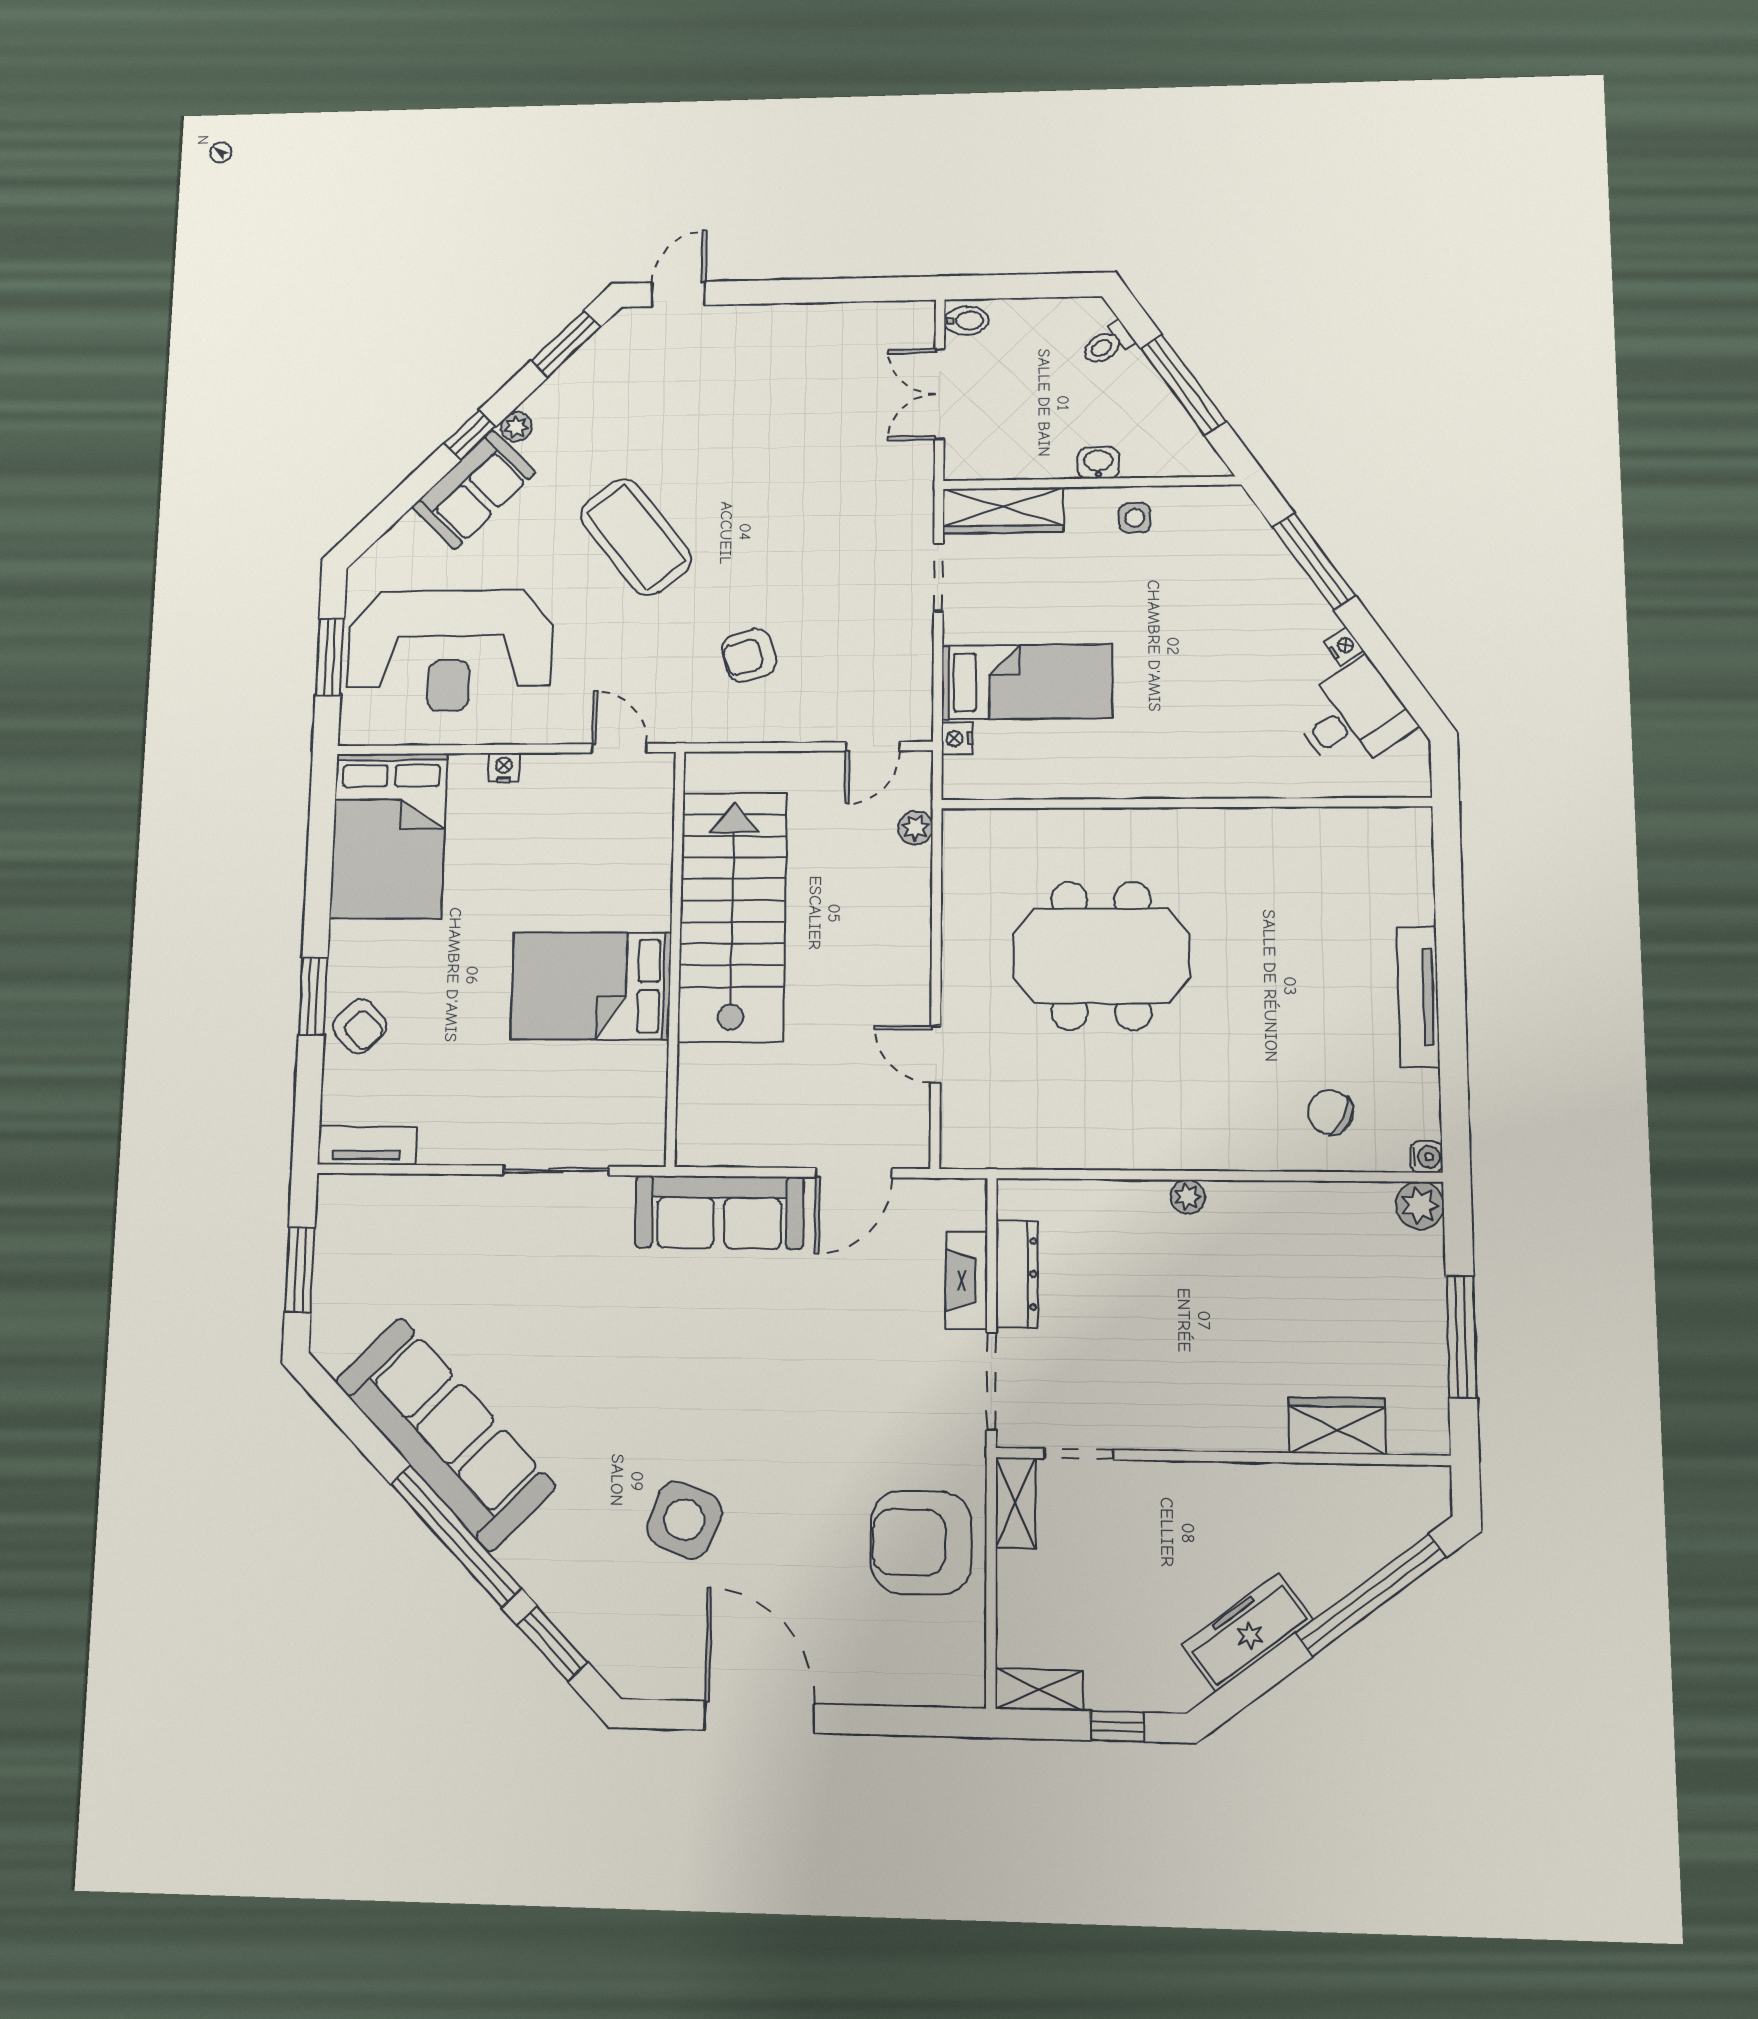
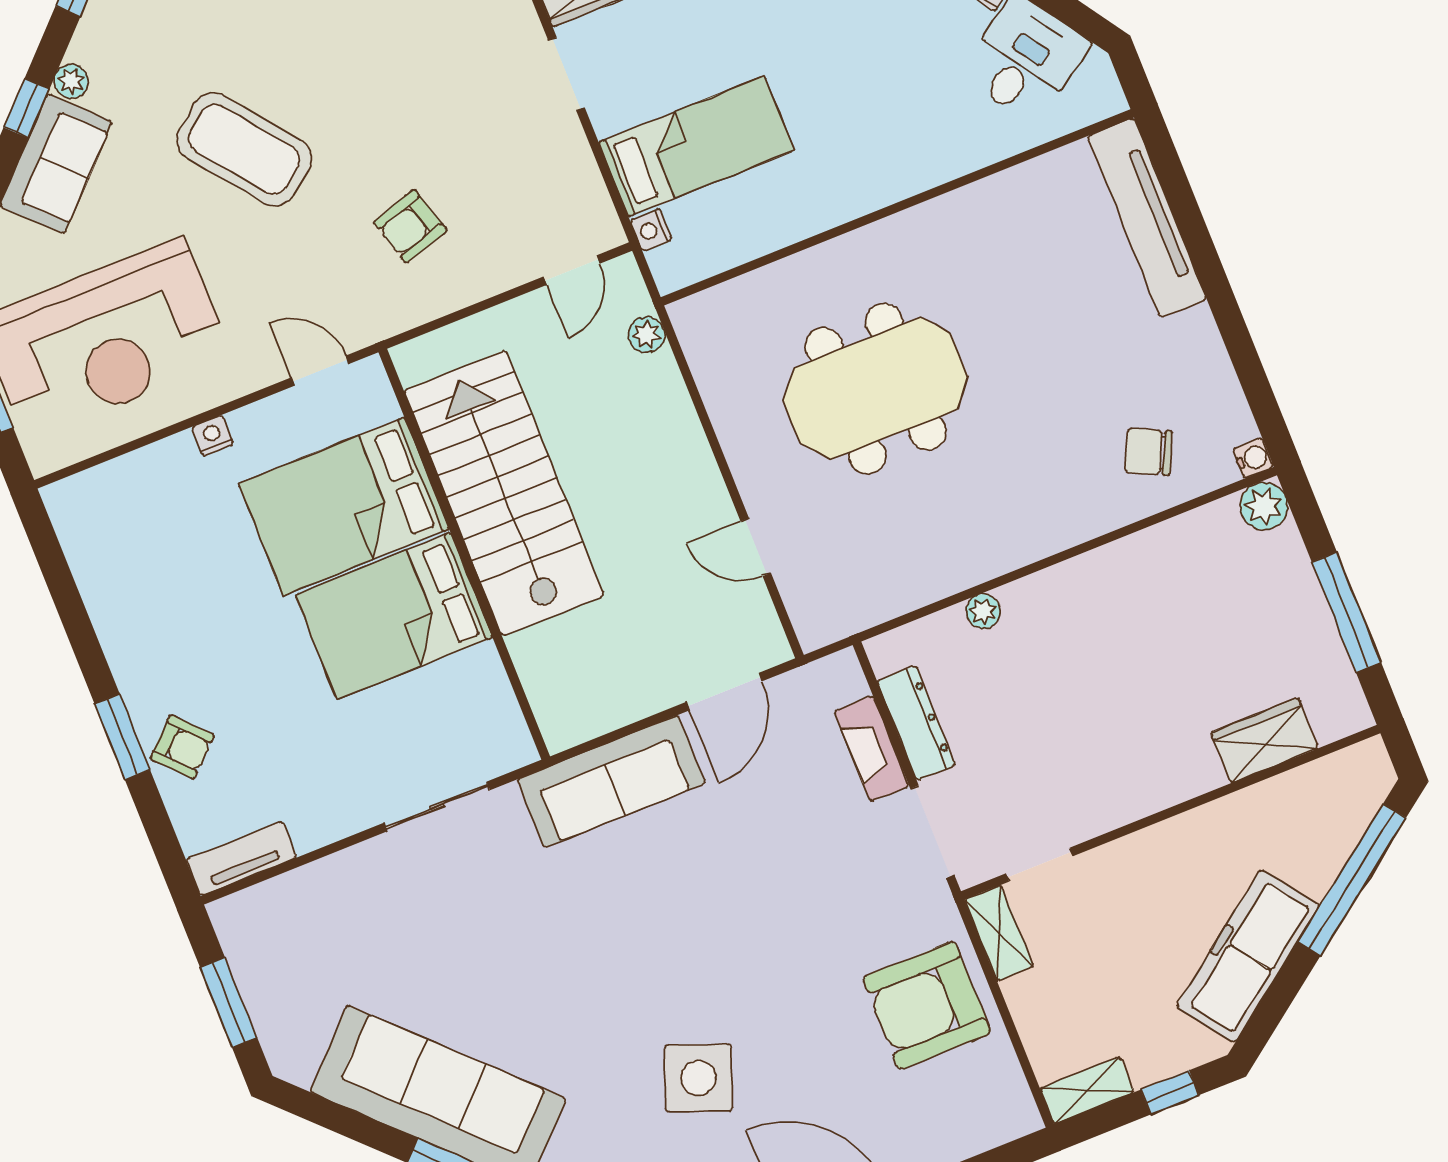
bed: (389, 836) -> (344, 506), moved, turned 90
tv unit: (1418, 997) -> (1147, 218), moved, width x1.36, depth x1.29
plant: (1188, 1197) -> (983, 611), moved
freezer: (1247, 1632) -> (1248, 956), width x1.36, depth x1.26

